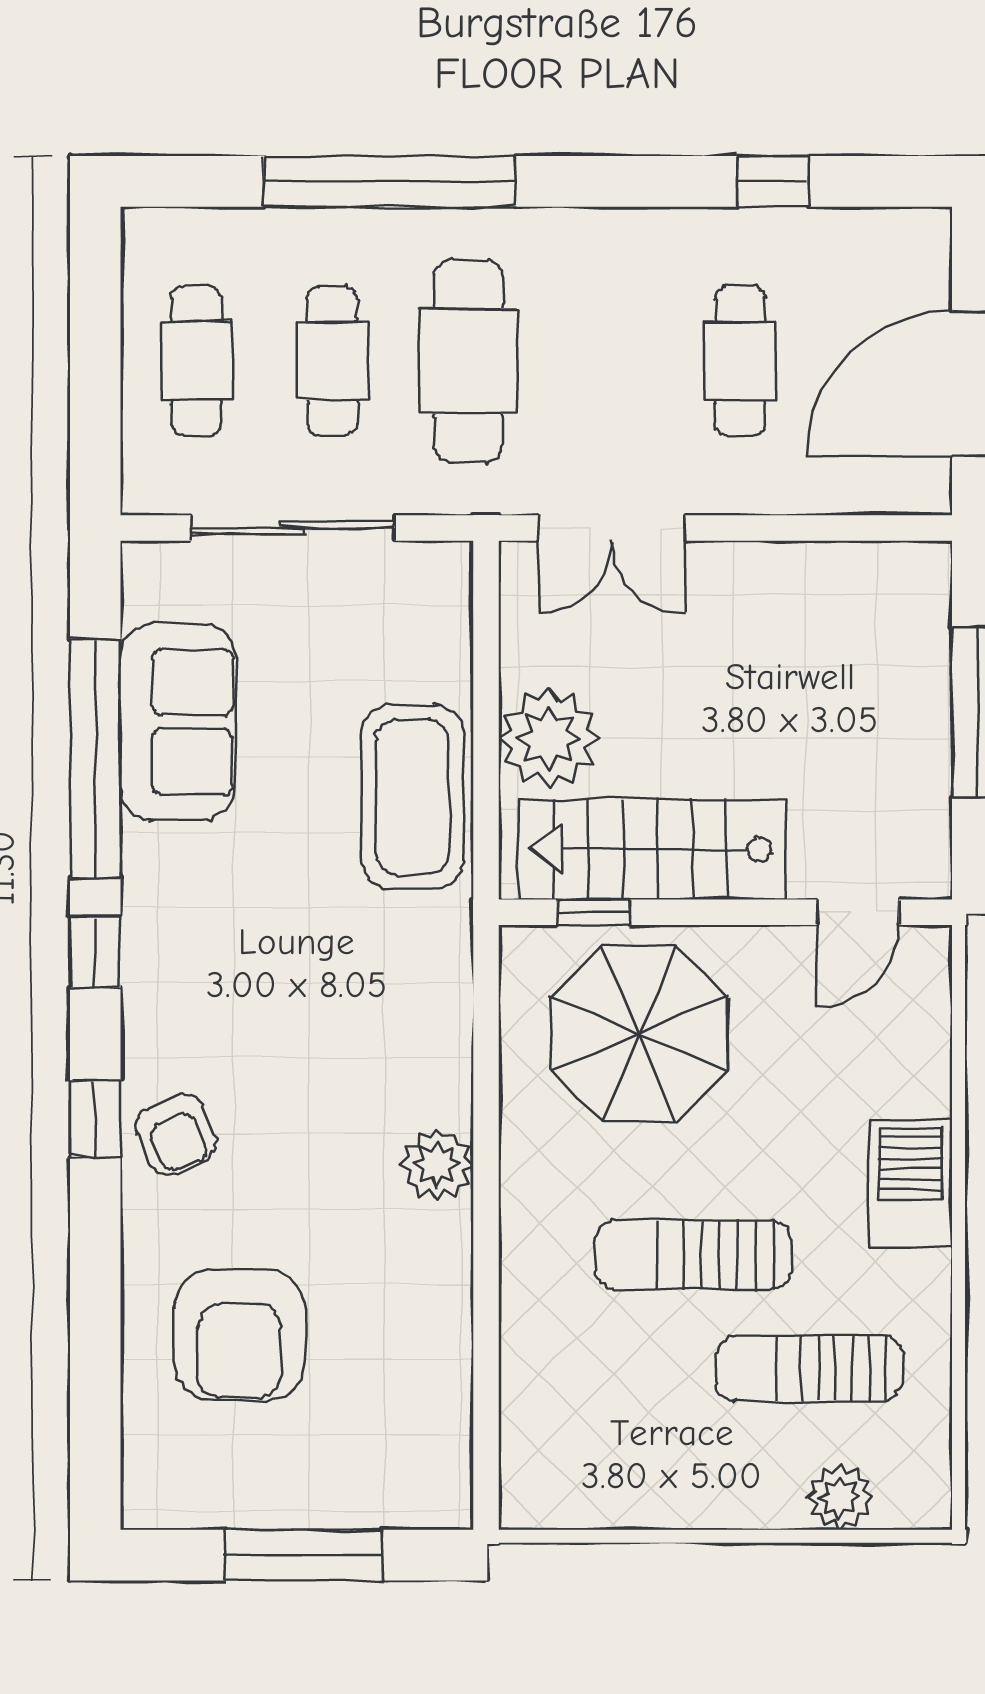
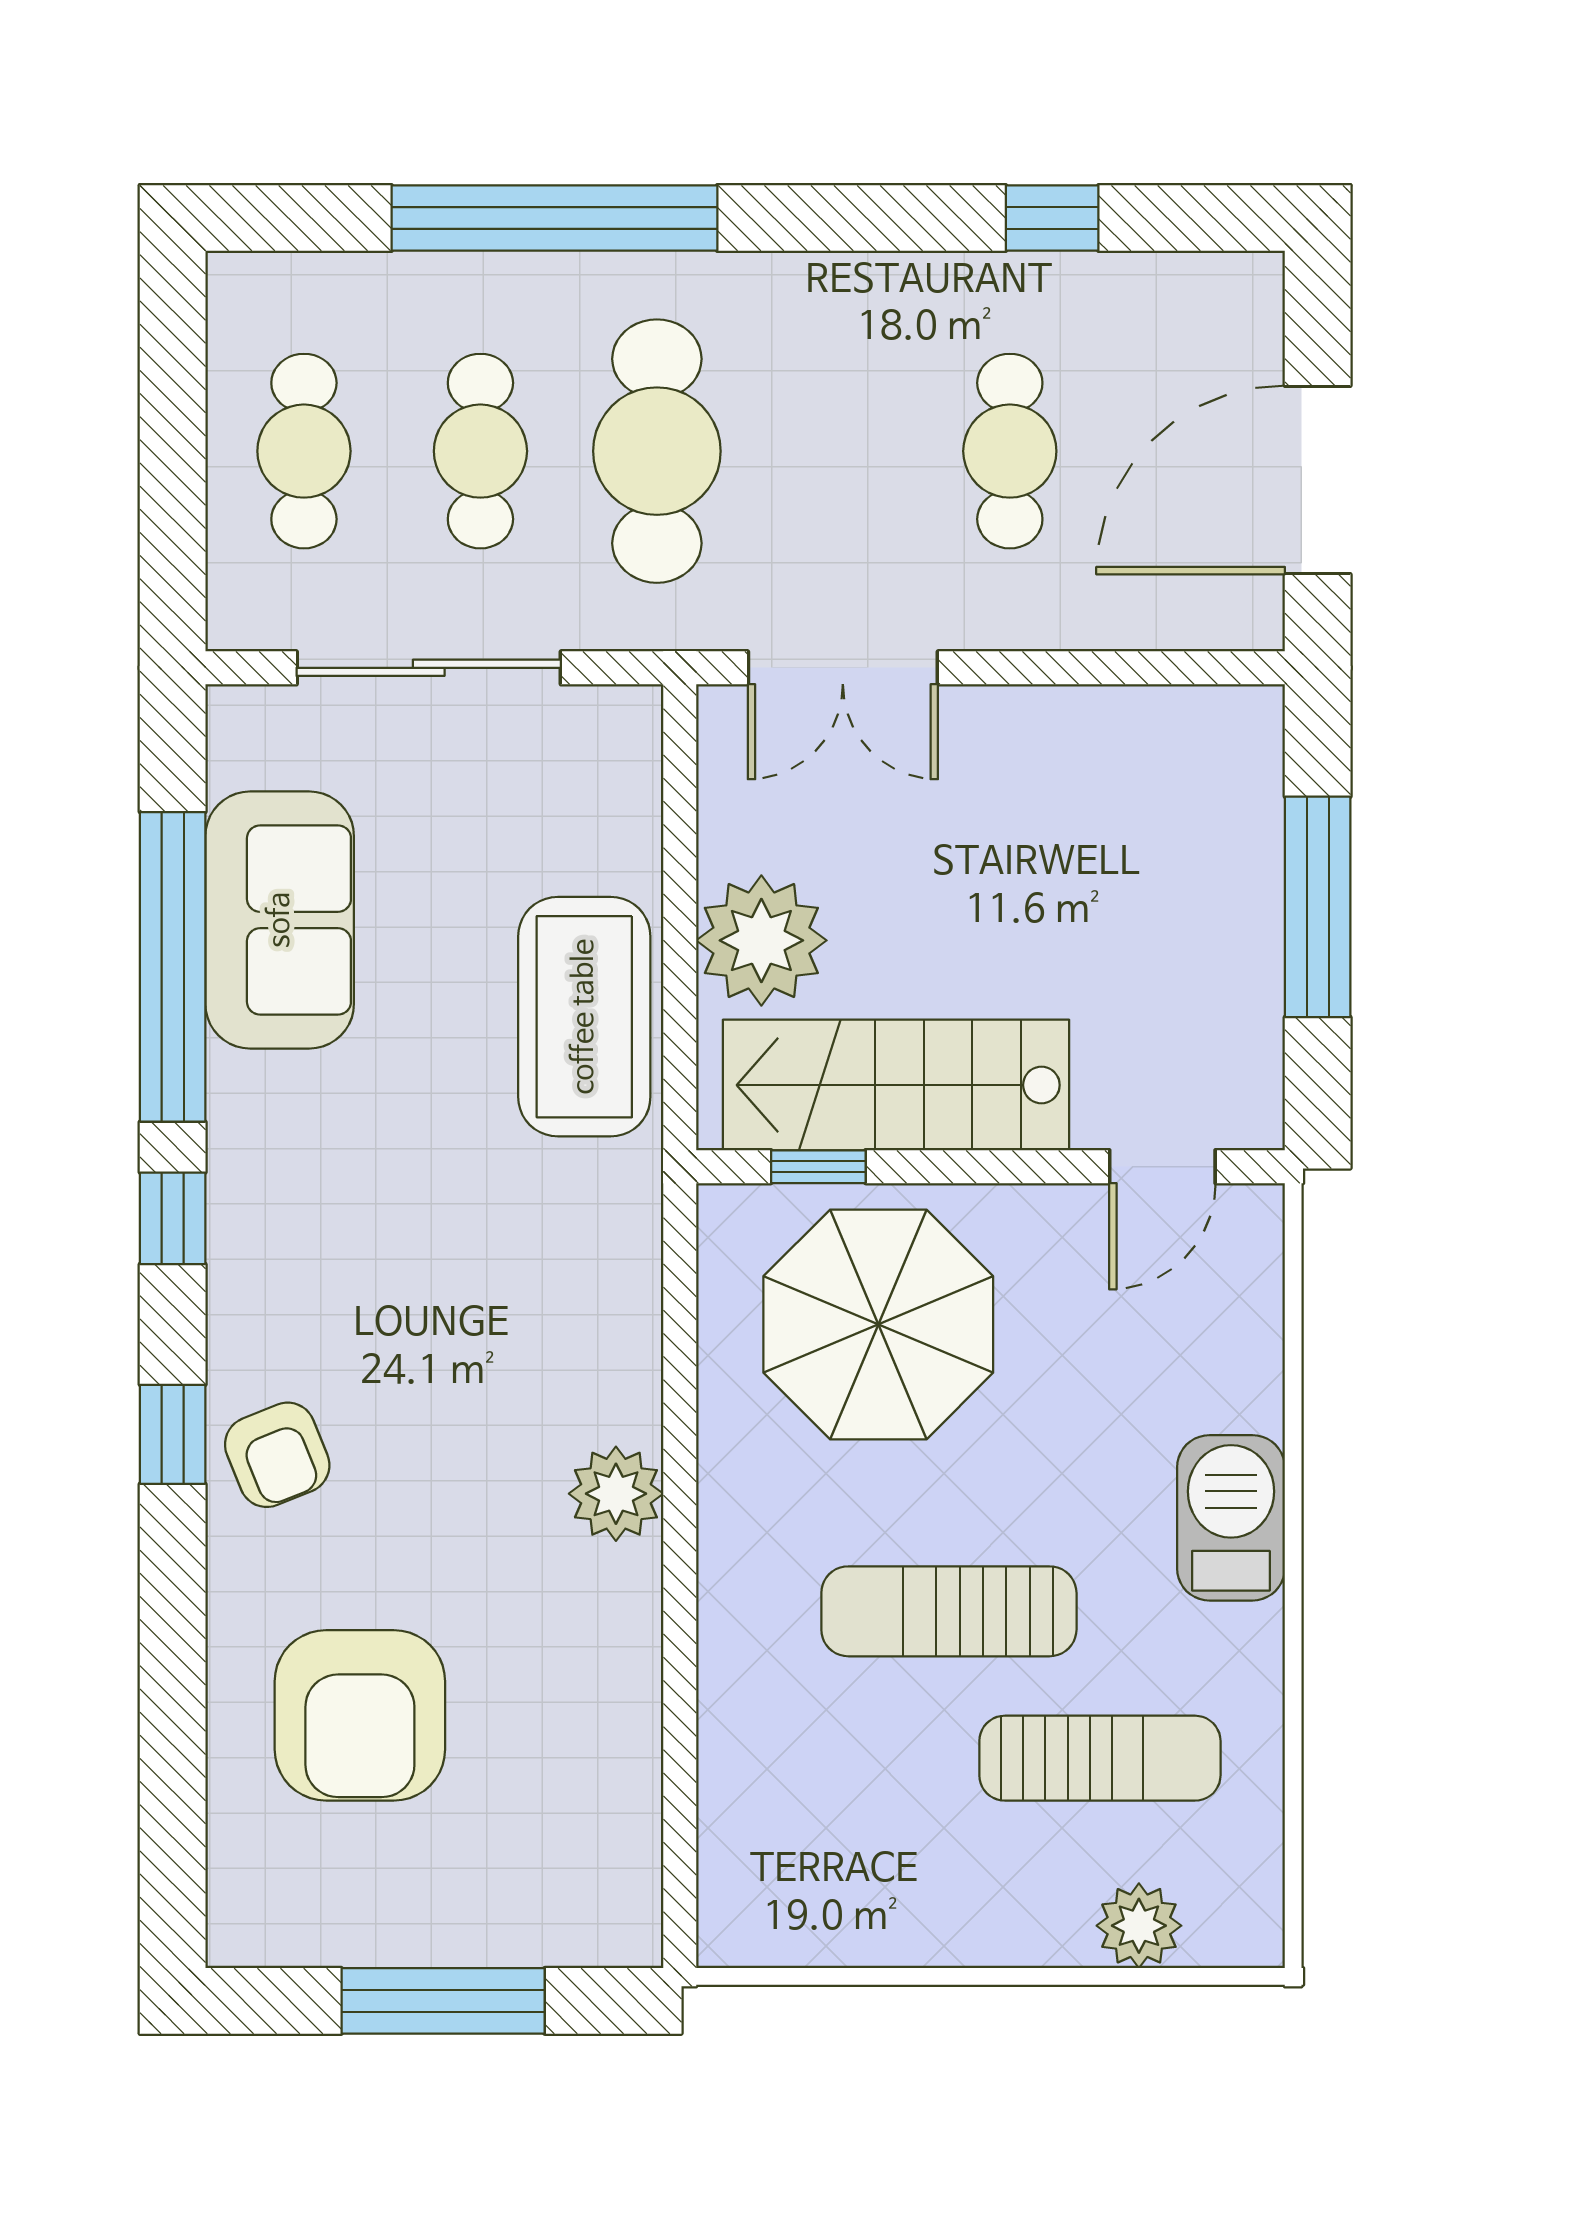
sun lounger: (810, 1368) -> (1100, 1758), turned 180

